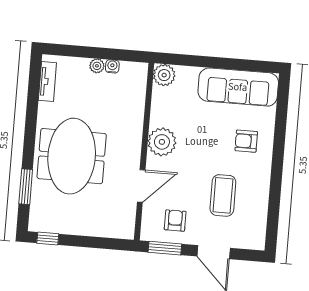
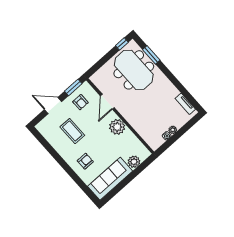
plant: (164, 75) -> (134, 162), moved
meeting table: (72, 156) -> (134, 70), moved

